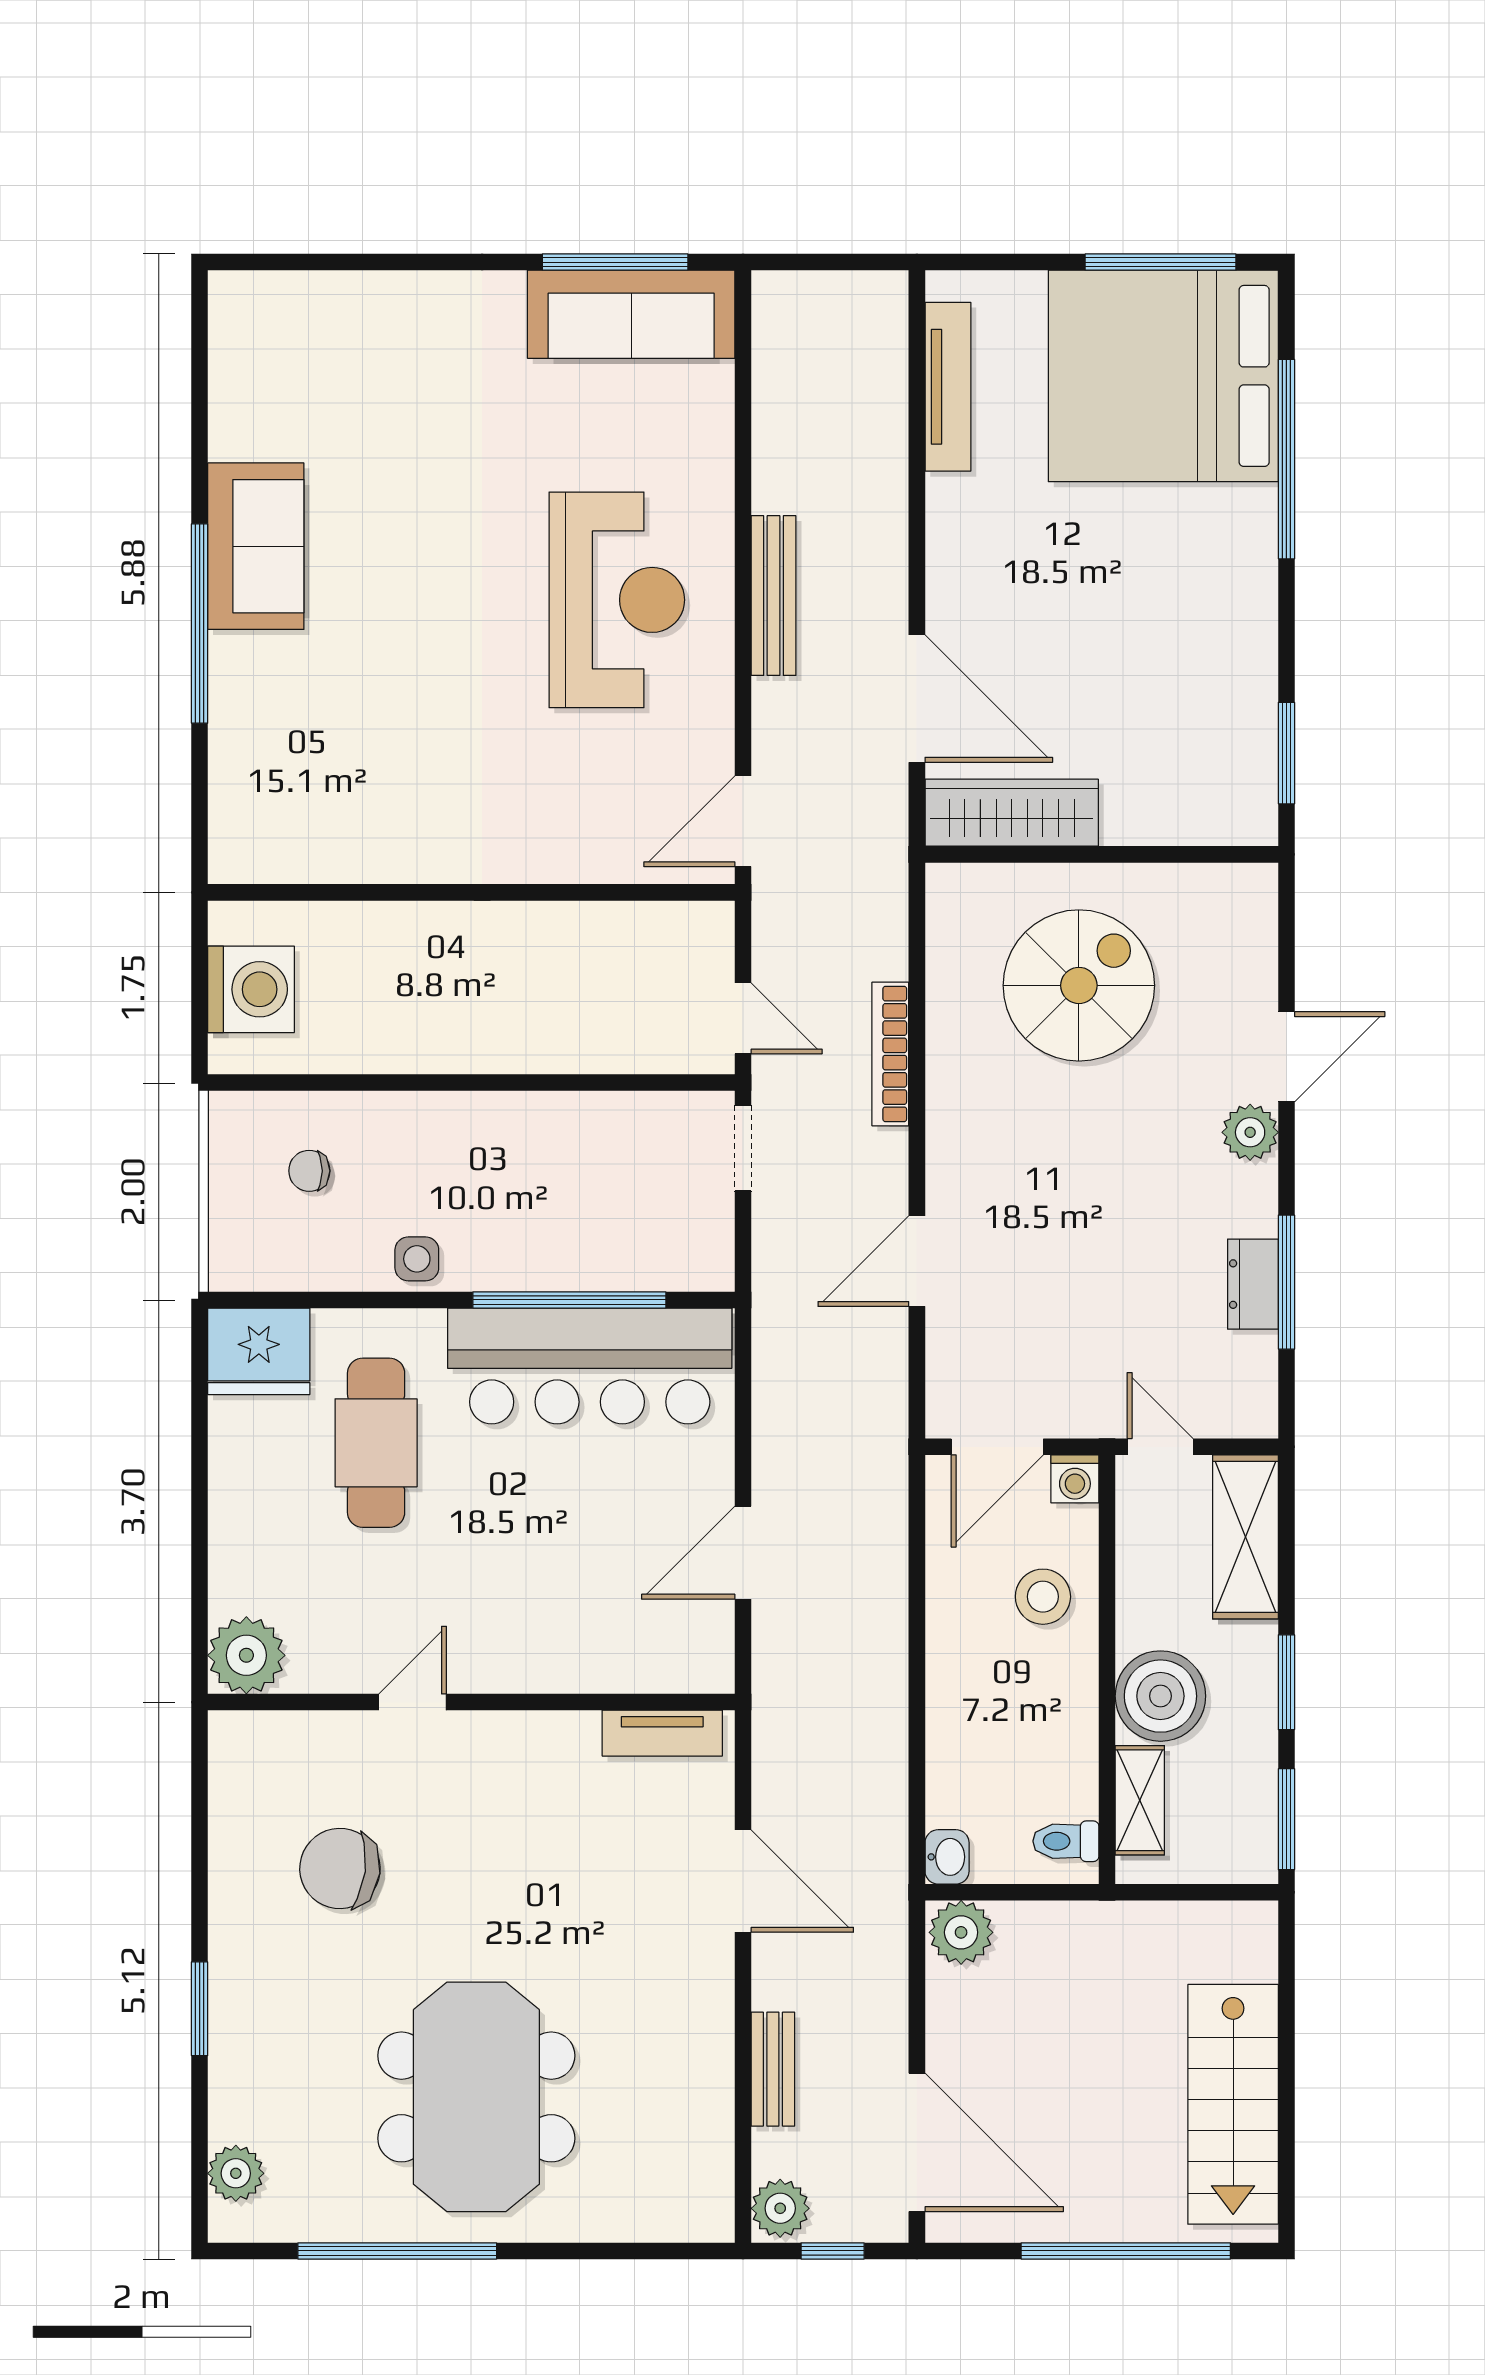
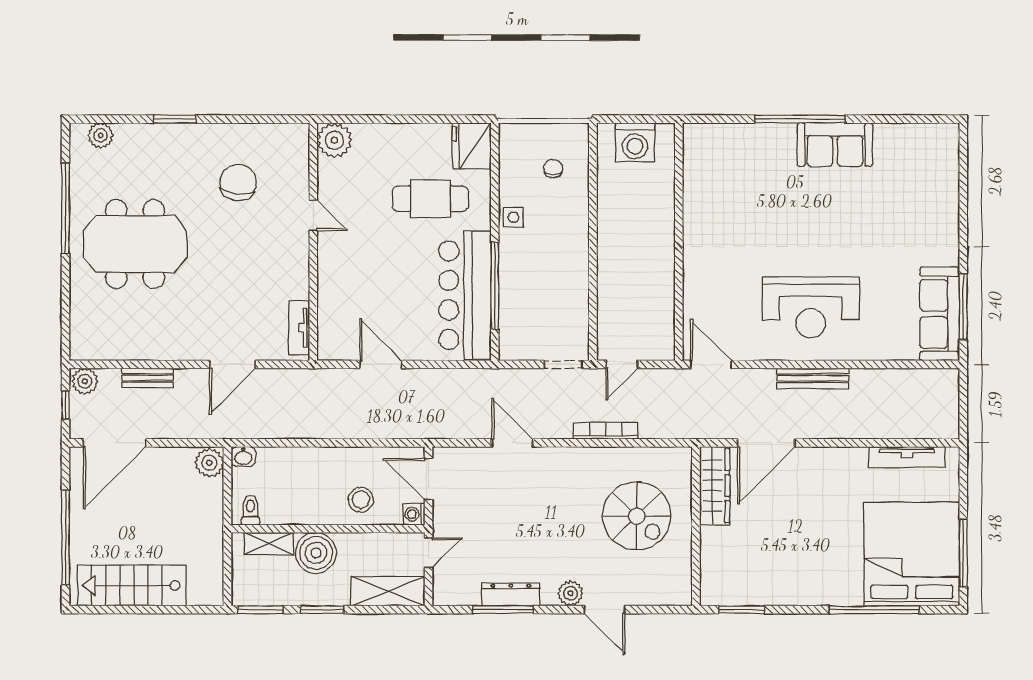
dresser: (1253, 1284) -> (511, 595), width x1.44

